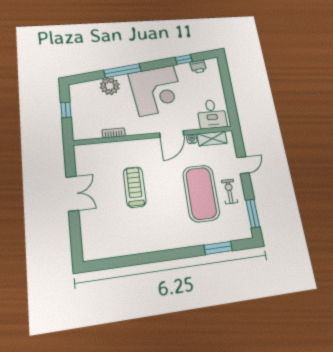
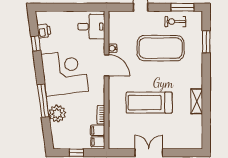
filing cabinet: (95, 131) -> (98, 130), added
filing cabinet: (81, 132) -> (98, 142), added
shelving: (212, 139) -> (197, 101), moved
treadmill: (135, 187) -> (149, 103), width x1.37, depth x1.38
exercise bike: (229, 191) -> (175, 22), moved

